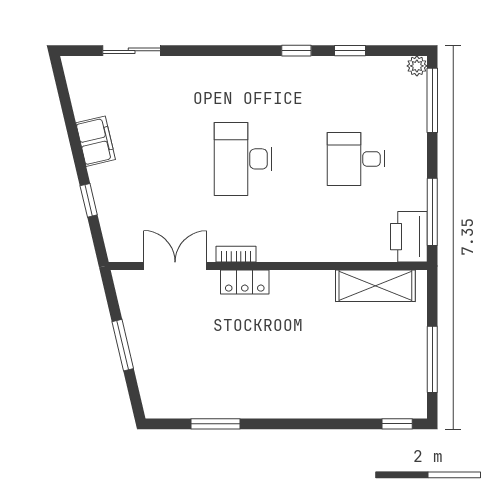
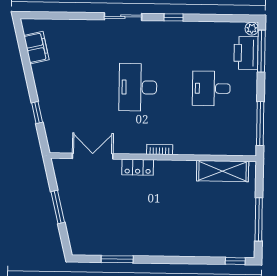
sliding door: (132, 51) -> (123, 17), moved
window: (350, 51) -> (208, 18), removed
filing cabinet: (96, 141) -> (36, 48), moved
printer: (409, 237) -> (246, 53), moved
bookcase: (236, 254) -> (160, 149), moved

